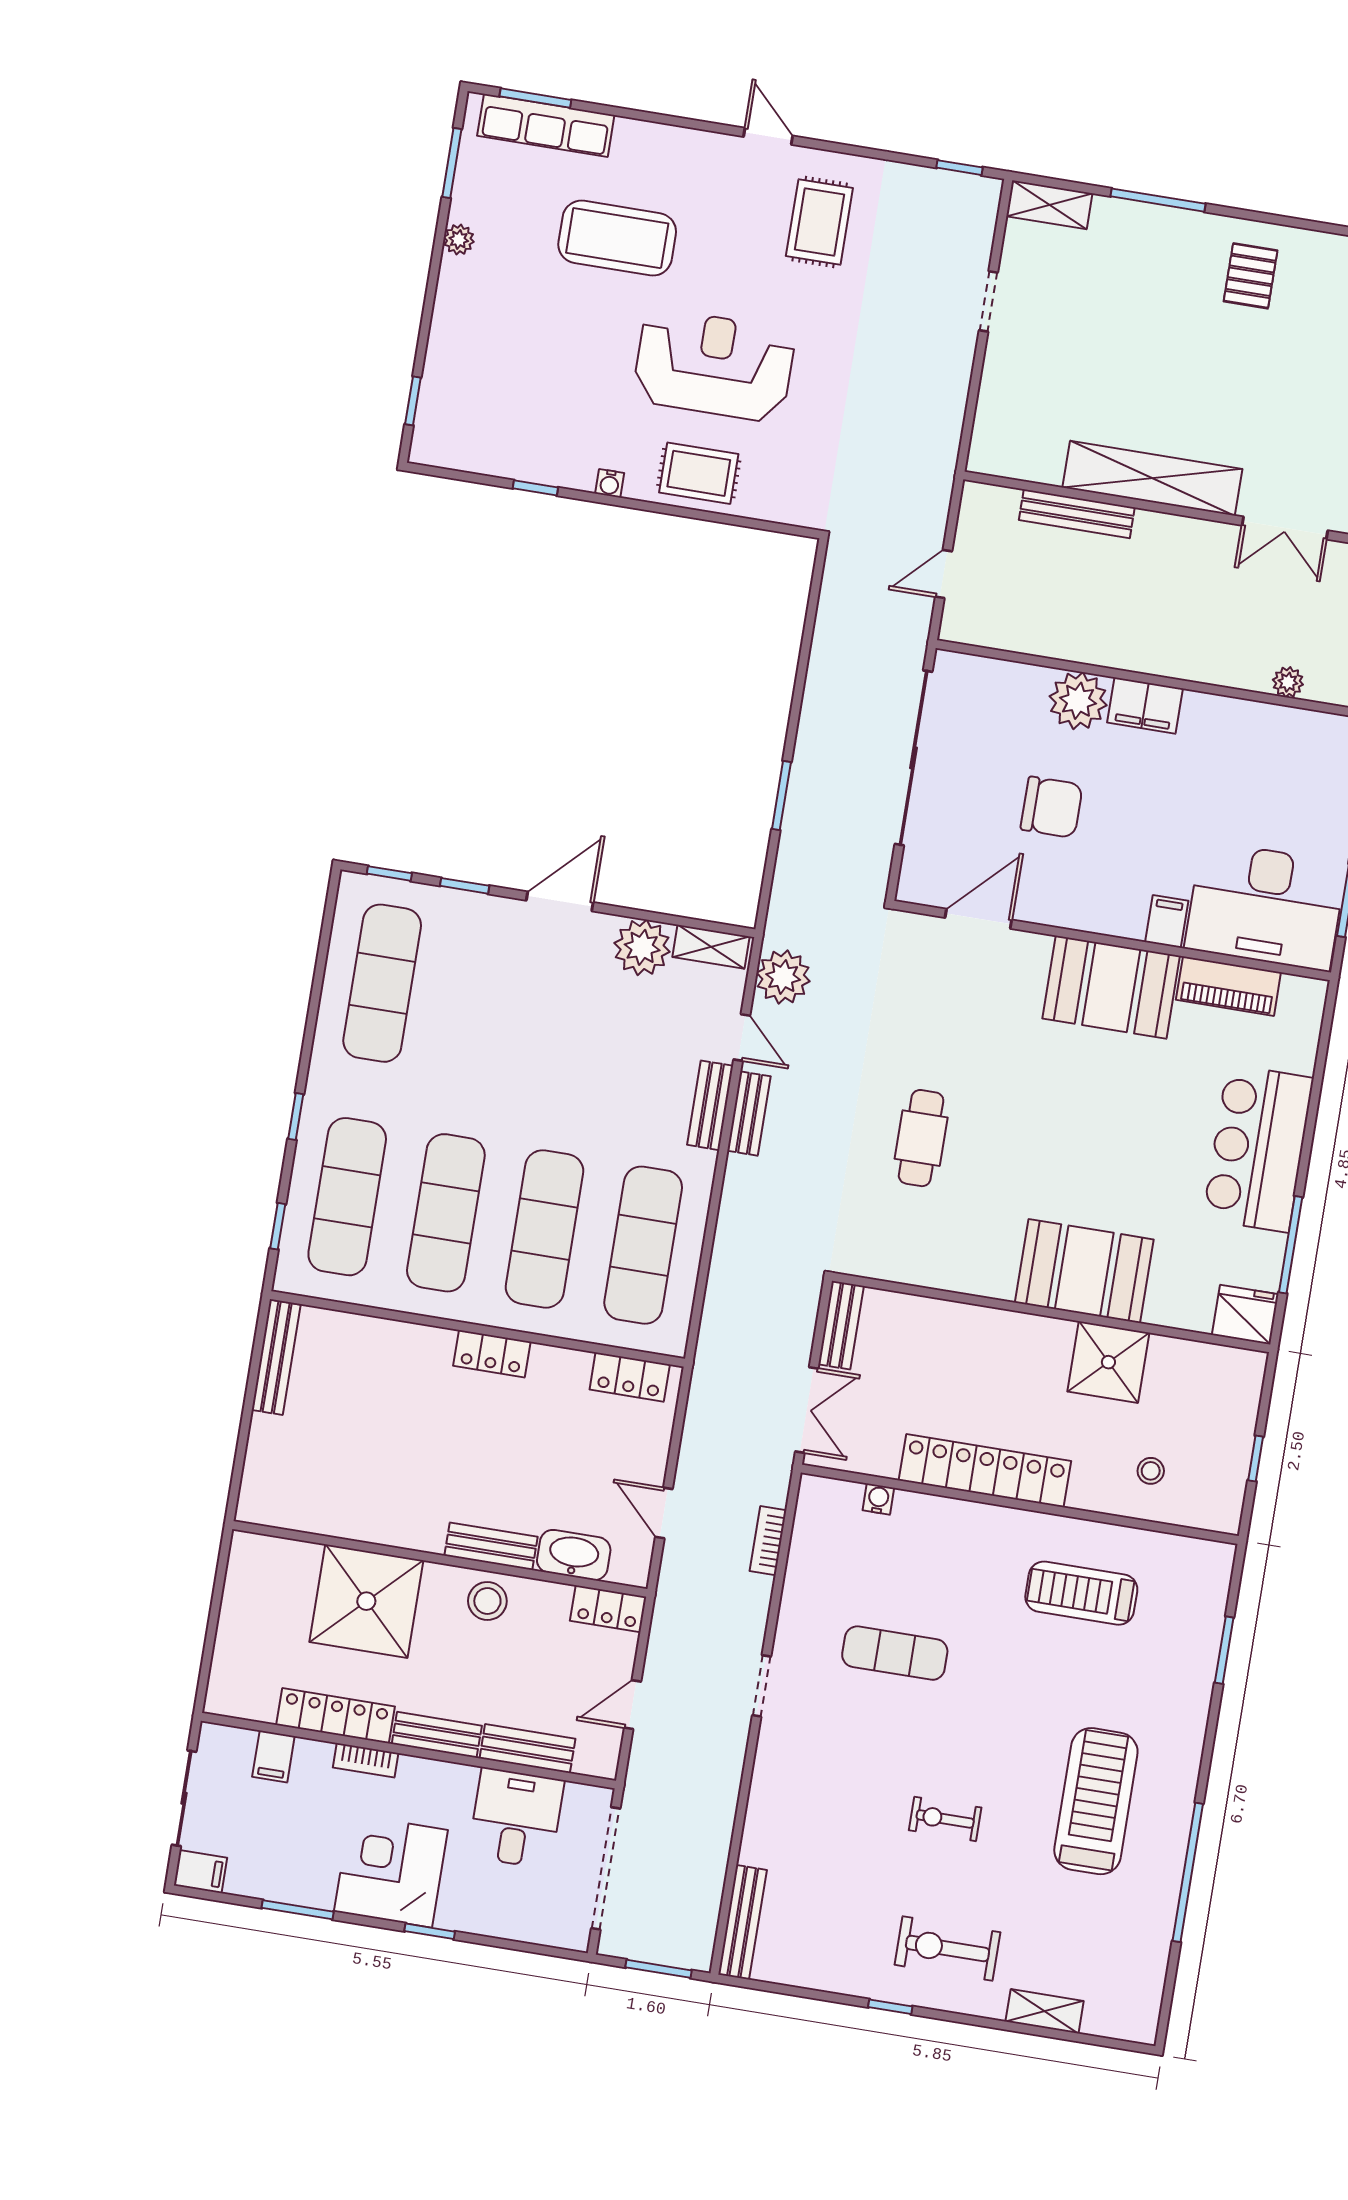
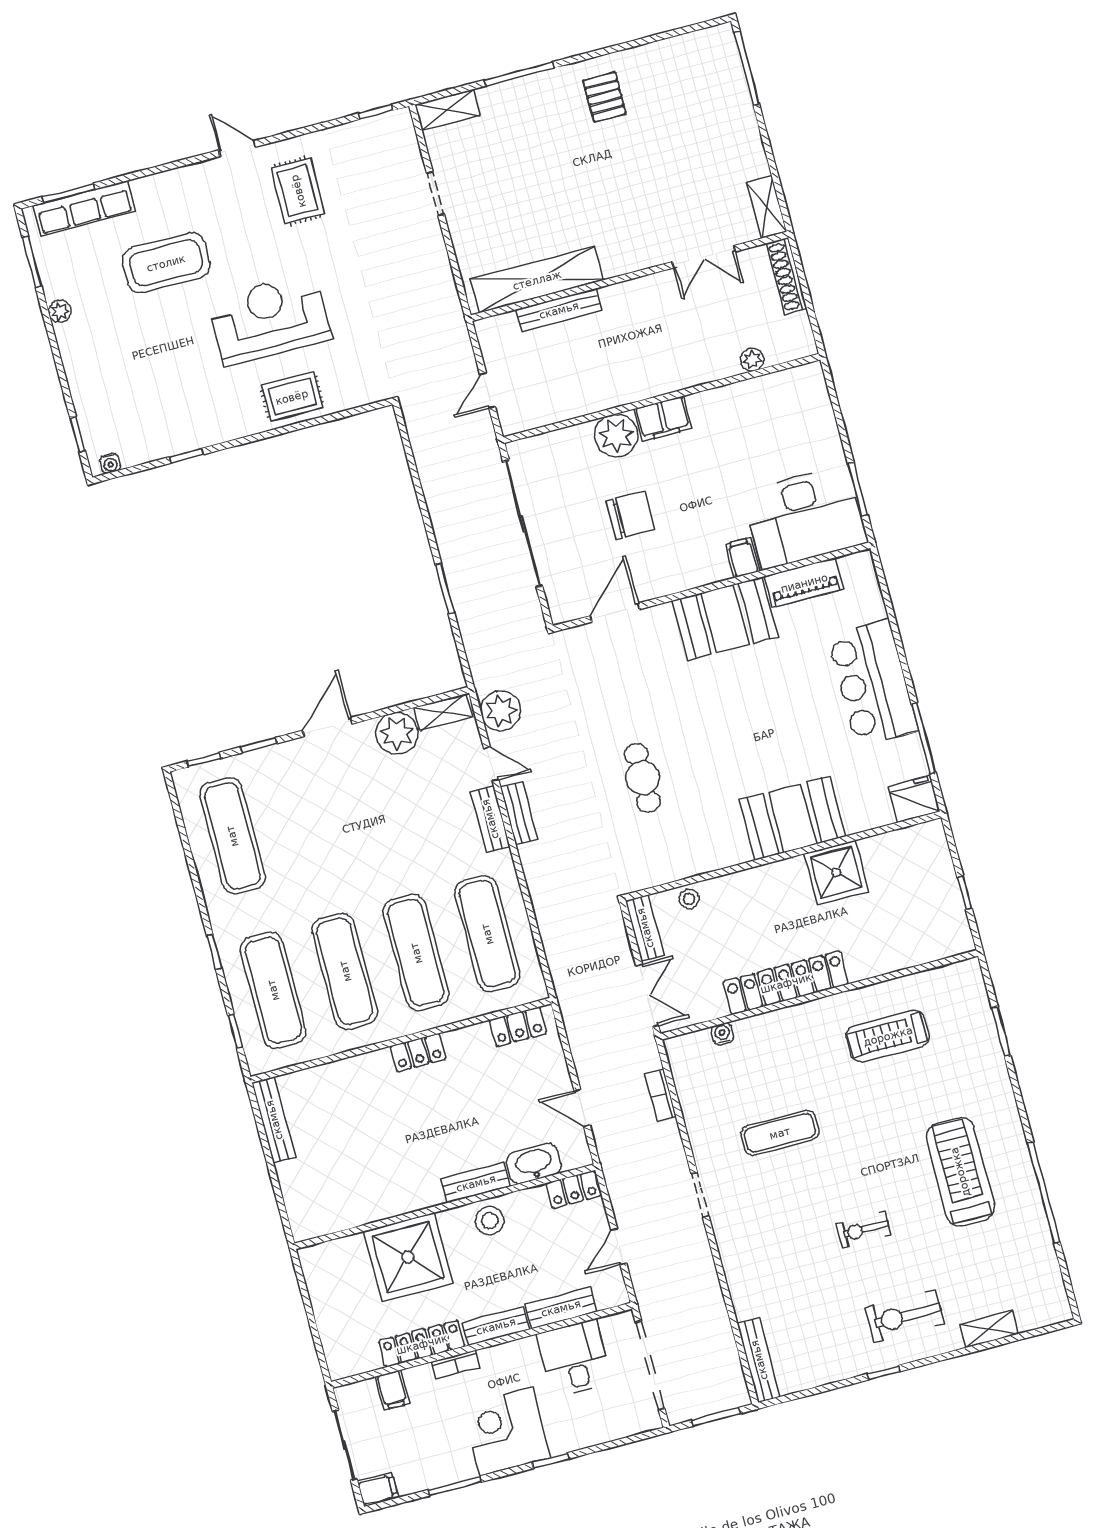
shelving: (1152, 478) -> (537, 280), moved
water cooler: (610, 483) -> (110, 463), moved
stool: (1151, 1471) -> (689, 899), moved

